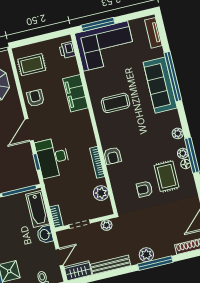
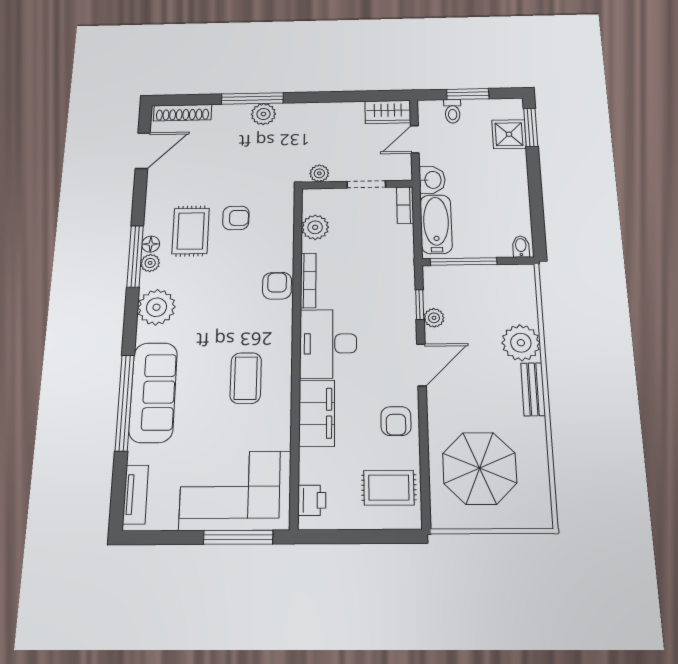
coffee table: (116, 103) -> (246, 378), turned 90
plant: (178, 133) -> (156, 307), width x1.88, depth x1.88
plant: (28, 156) -> (434, 318), added
desk: (53, 158) -> (328, 344), moved, turned 180
bench: (111, 265) -> (329, 110), removed

